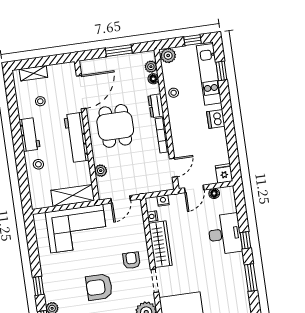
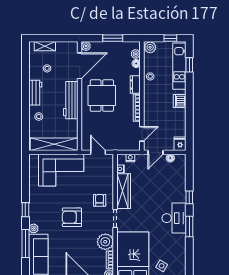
plant: (101, 171) -> (86, 46), moved
shelving: (73, 196) -> (54, 144), width x1.47
door: (121, 199) -> (98, 152), swing flipped
desk: (225, 234) -> (174, 218), moved

